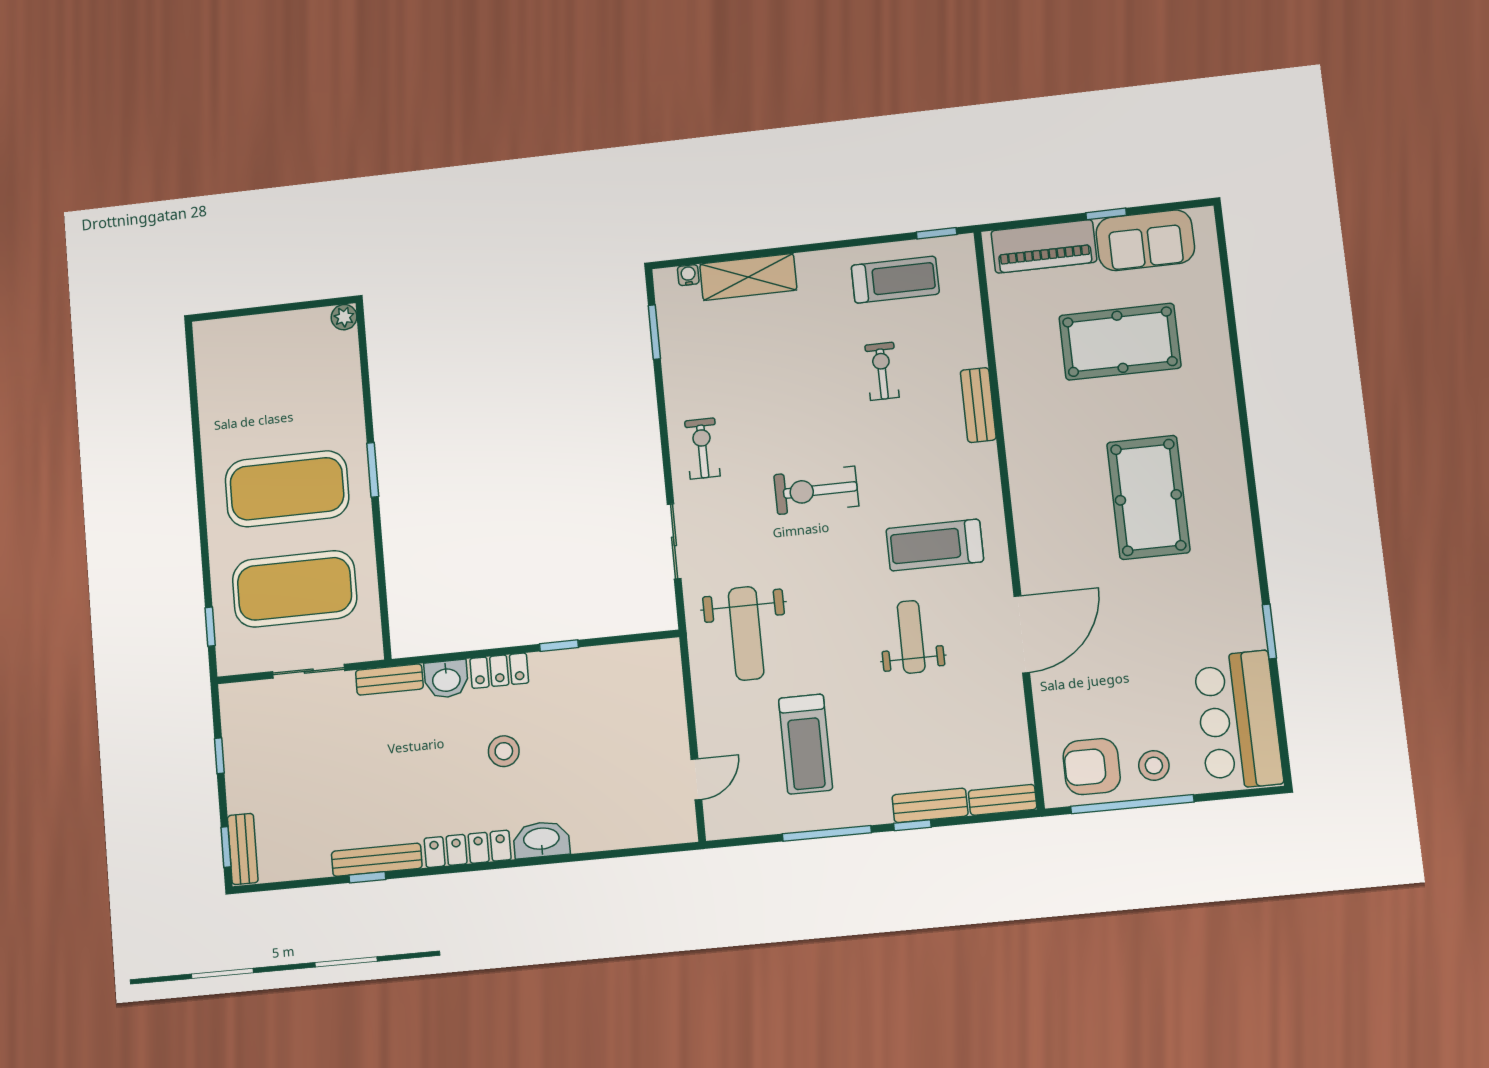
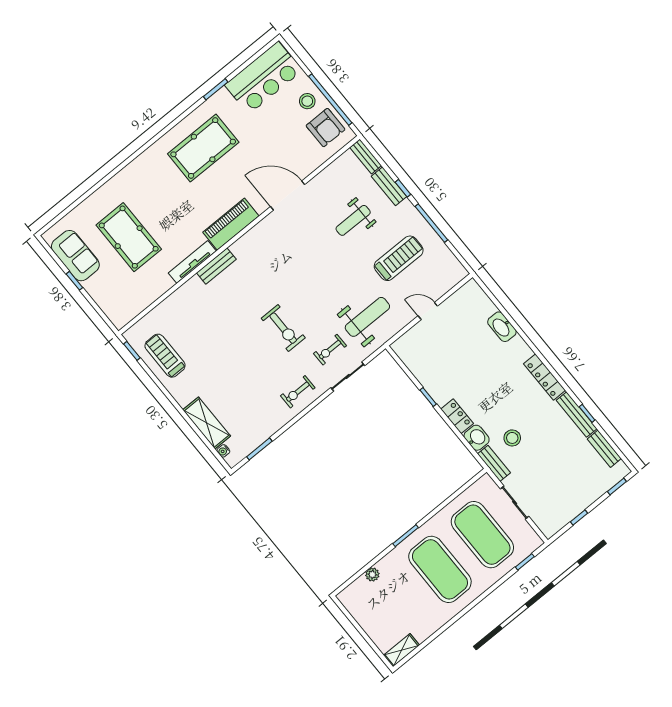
piano: (1044, 246) -> (231, 224), moved, turned -90
plant: (344, 317) -> (372, 574), moved
shelving: (208, 351) -> (401, 650), added
exercise bike: (882, 371) -> (330, 350), moved
bench: (978, 405) -> (216, 266), moved
tv unit: (1015, 416) -> (192, 262), added
pool table: (1148, 497) -> (203, 148), moved
treadmill: (935, 545) -> (273, 259), removed
weight bench: (911, 637) -> (353, 220), moved
stool: (504, 751) -> (512, 438), moved
door: (696, 779) -> (428, 311), moved
washbasin: (541, 840) -> (502, 327), moved
bench: (243, 849) -> (604, 449), moved, turned 90

